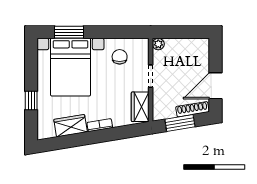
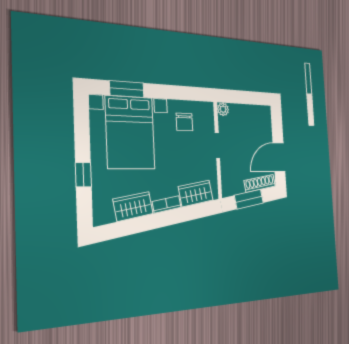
chair: (120, 57) -> (184, 122), turned 180
wardrobe: (140, 107) -> (196, 193), moved, turned 81

